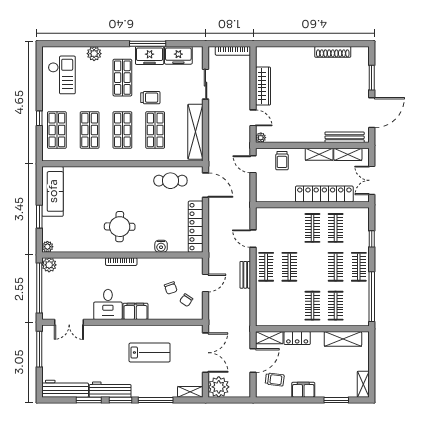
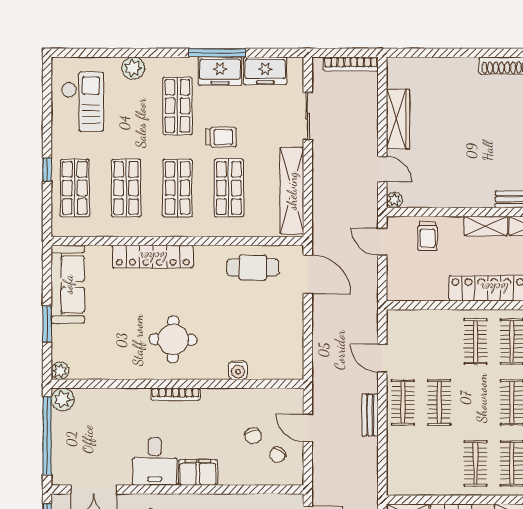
locker: (196, 227) -> (153, 257), moved, turned -90
door: (206, 283) -> (308, 428), swing flipped

